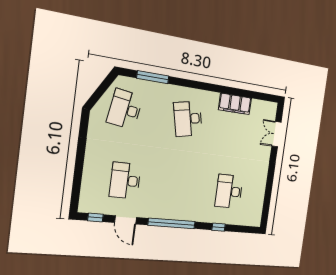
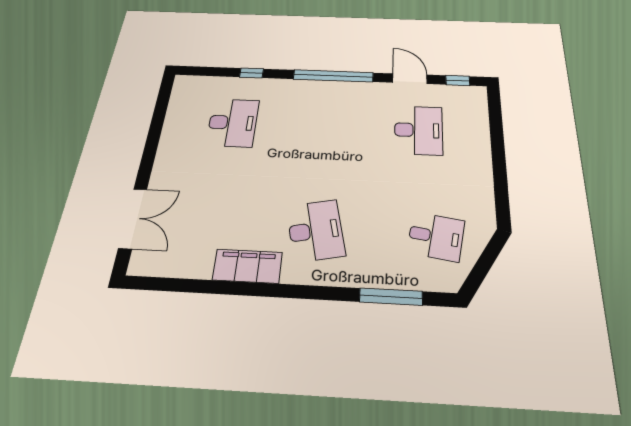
filing cabinet: (235, 104) -> (248, 266), moved
desk: (125, 109) -> (436, 237), width x0.73
double door: (276, 134) -> (133, 218), width x1.37

